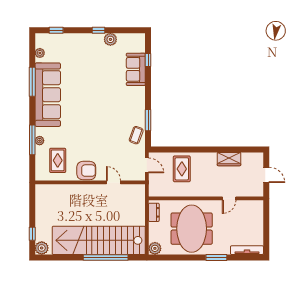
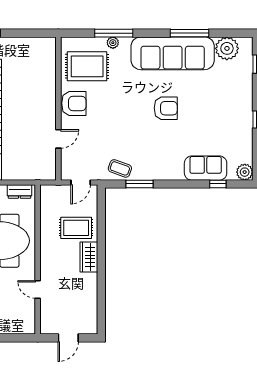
plant: (110, 39) -> (245, 172), moved
plant: (40, 53) -> (227, 48), width x1.88, depth x1.88
armchair: (90, 100) -> (166, 108), added
wardrobe: (229, 159) -> (89, 257), moved
rug: (58, 160) -> (87, 66), width x1.36, depth x1.43
armchair: (86, 171) -> (74, 103), turned -90

